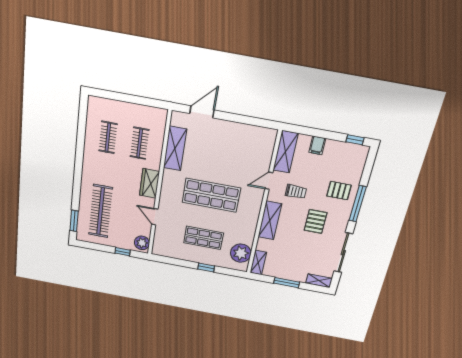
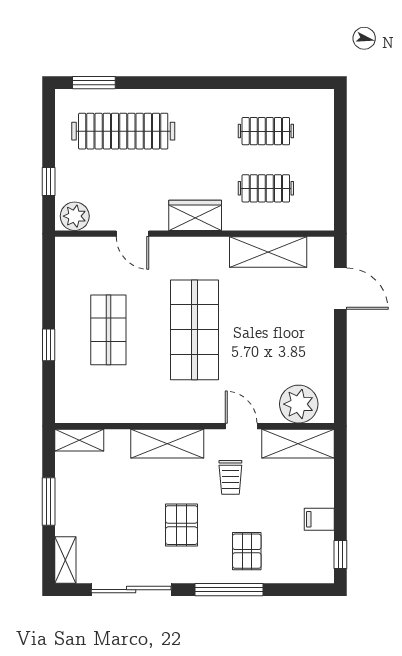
filing cabinet: (317, 145) -> (319, 519), moved
door: (155, 217) -> (132, 234), swing flipped
pallet: (316, 221) -> (182, 525), turned 90
plant: (241, 253) -> (299, 404), moved

